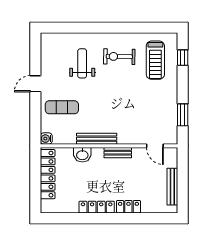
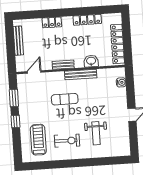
window: (183, 58) -> (15, 121), moved
exercise mat: (62, 107) -> (65, 99), moved
water cooler: (46, 139) -> (121, 82), moved
door: (155, 146) -> (34, 72), hinge flipped
locker: (97, 207) -> (87, 20), moved

